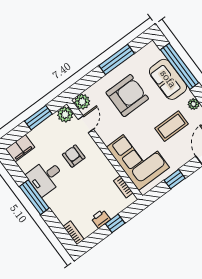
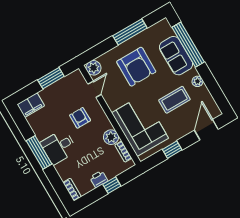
armchair: (127, 96) -> (136, 67), turned 90
plant: (65, 114) -> (111, 137), moved
desk: (45, 177) -> (59, 147), moved

